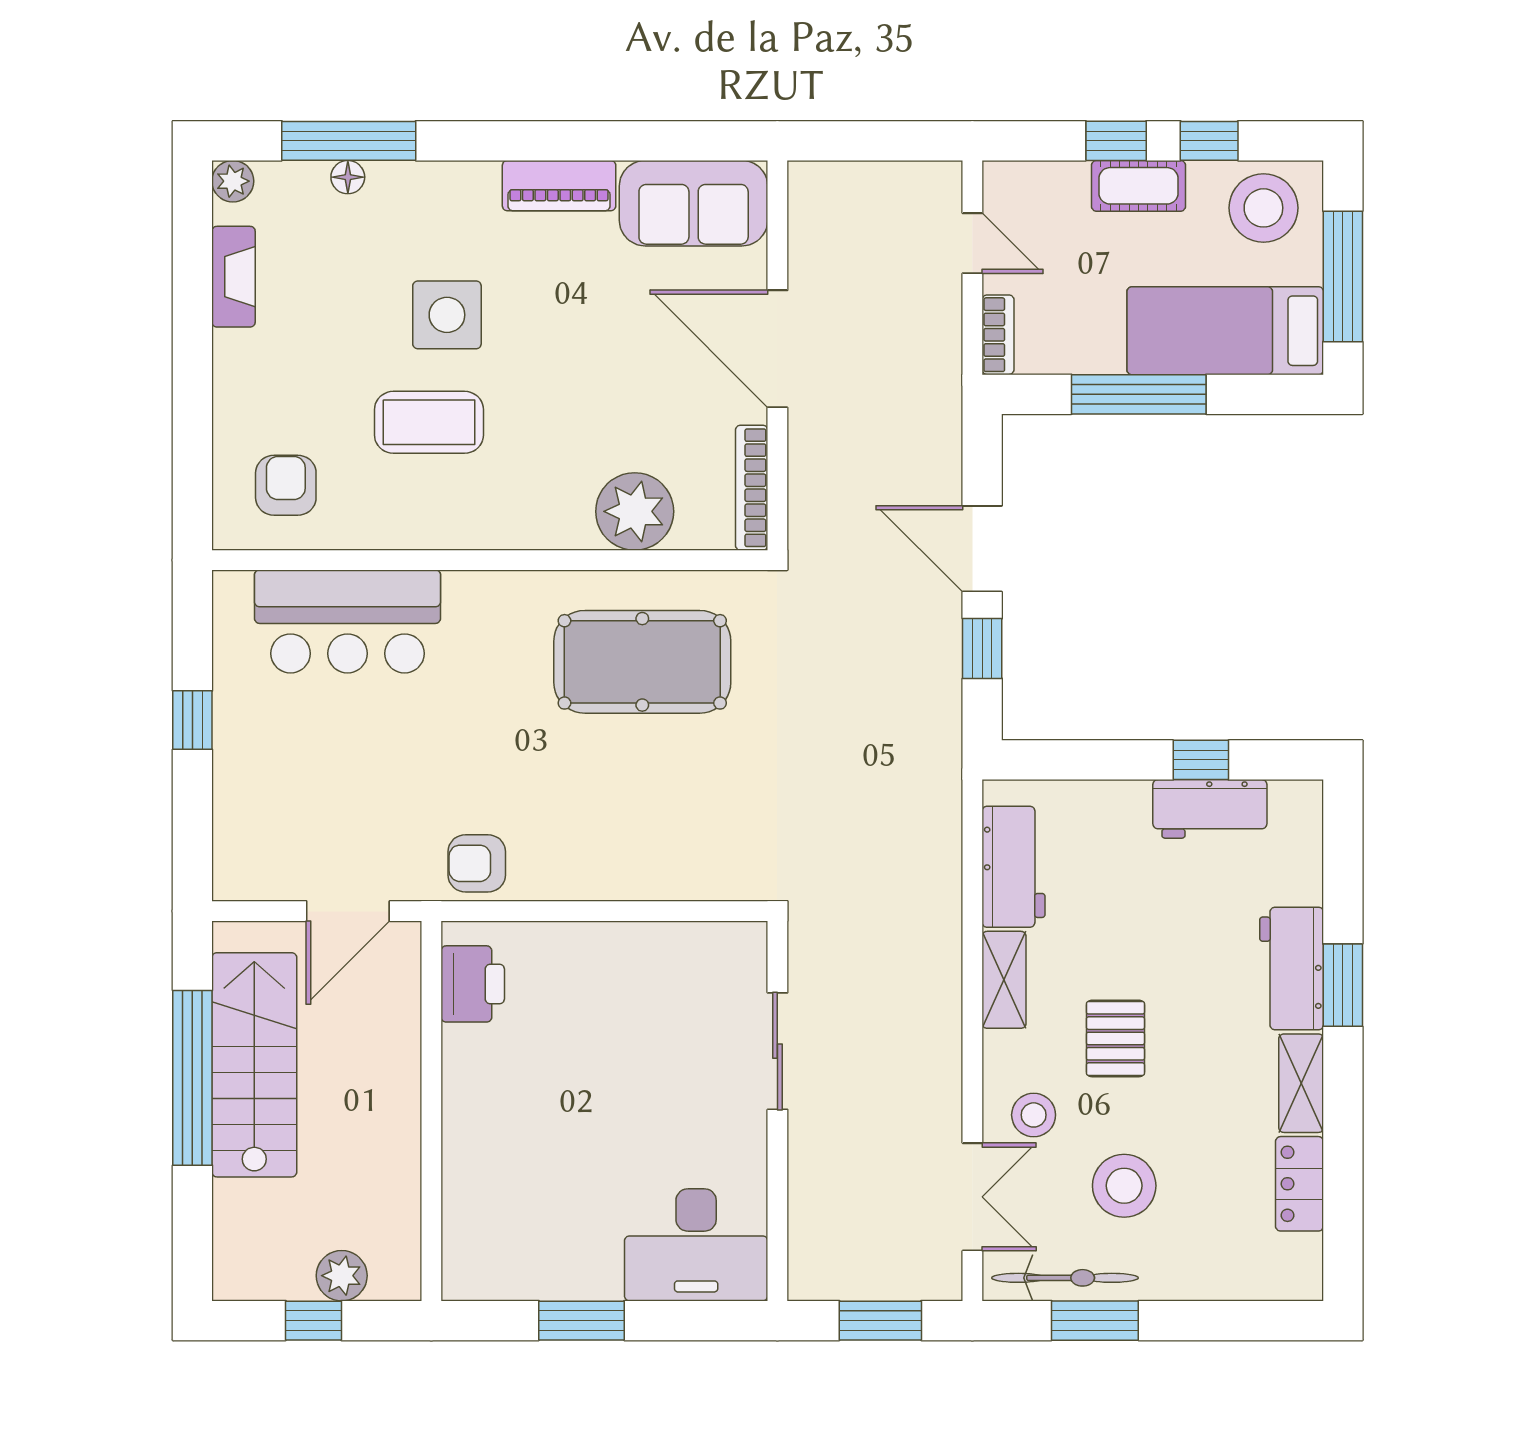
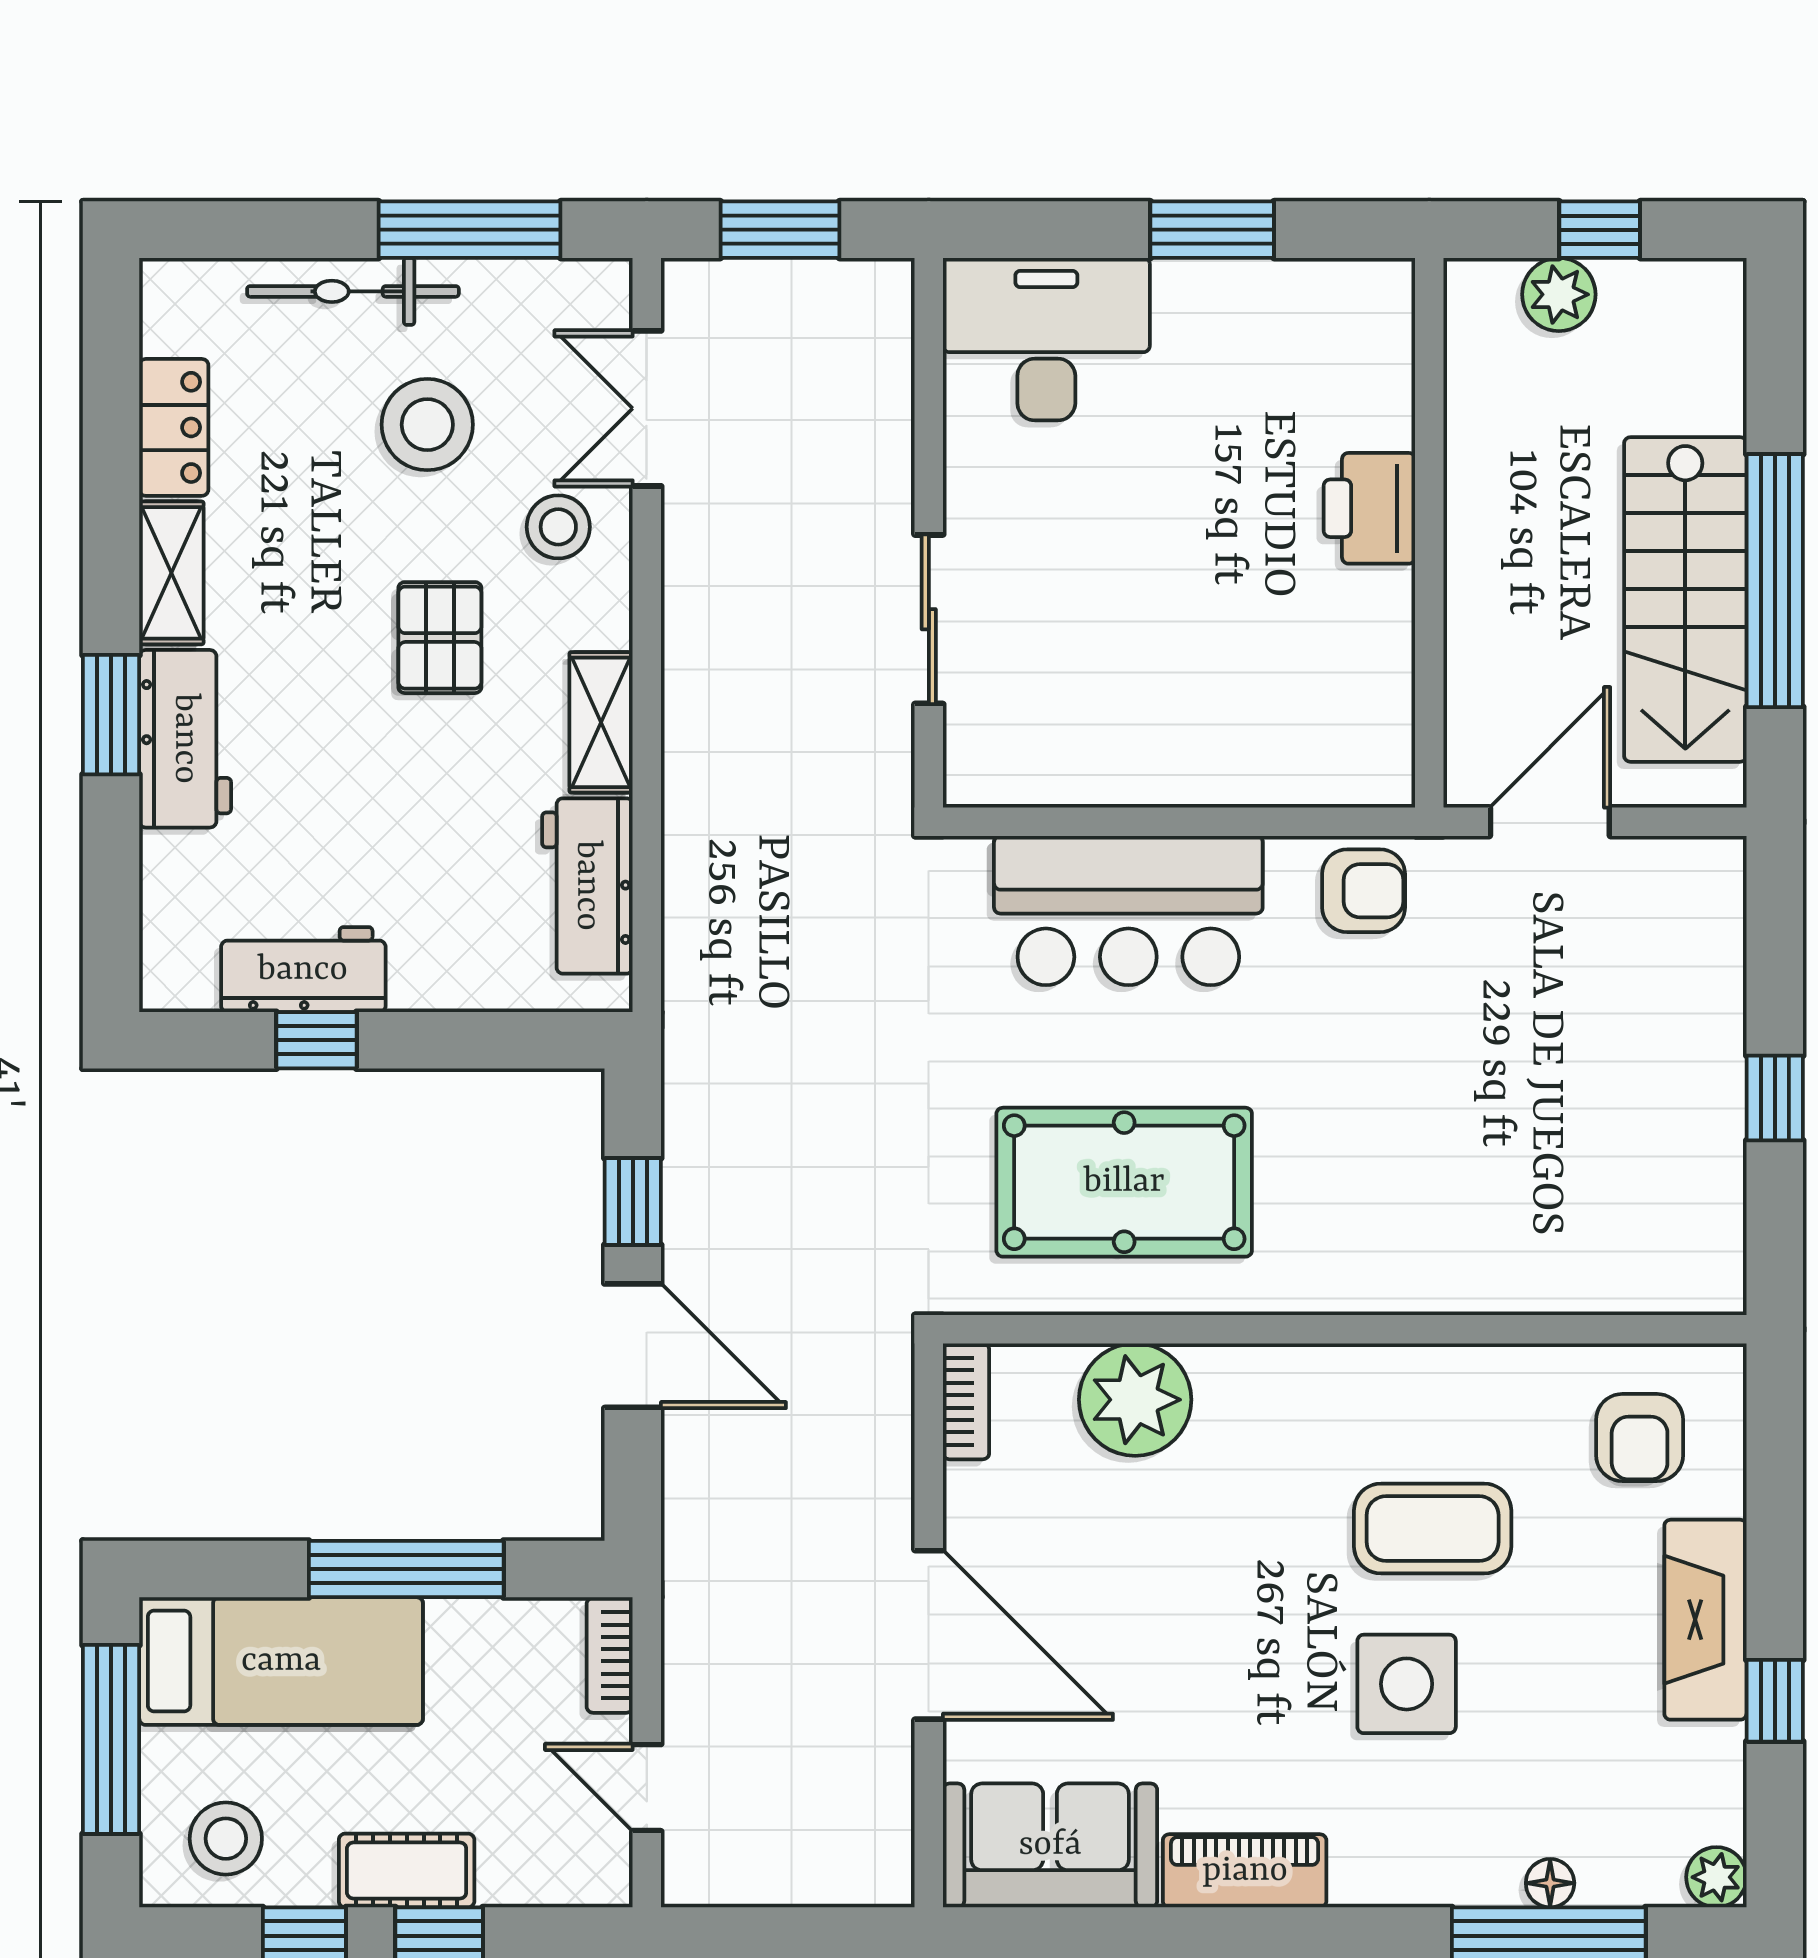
stool: (1263, 208) -> (226, 1839), width x0.73, depth x0.73
fireplace: (233, 277) -> (1705, 1620), moved, width x1.37, depth x1.32
window: (192, 303) -> (1775, 1701), added
bookcase: (752, 488) -> (966, 1401), width x0.64
bar counter: (348, 621) -> (1128, 911), moved, turned 180
printer: (473, 984) -> (1369, 508), moved
bicycle: (1065, 1278) -> (353, 291), moved
window: (1095, 1321) -> (470, 230), width x1.44

